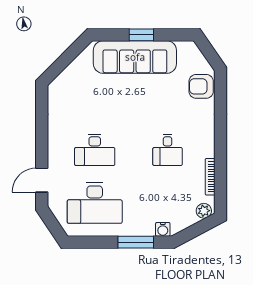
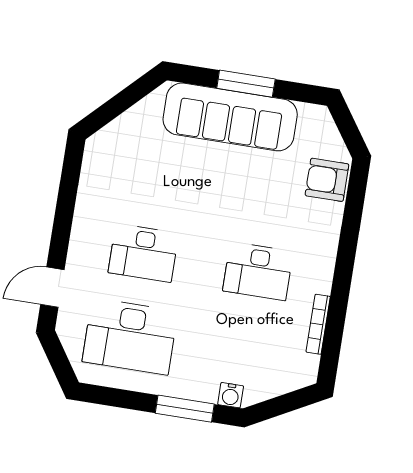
window: (141, 35) -> (246, 84), width x1.44
desk: (168, 150) -> (258, 271), width x1.37
plant: (204, 211) -> (300, 376), removed

